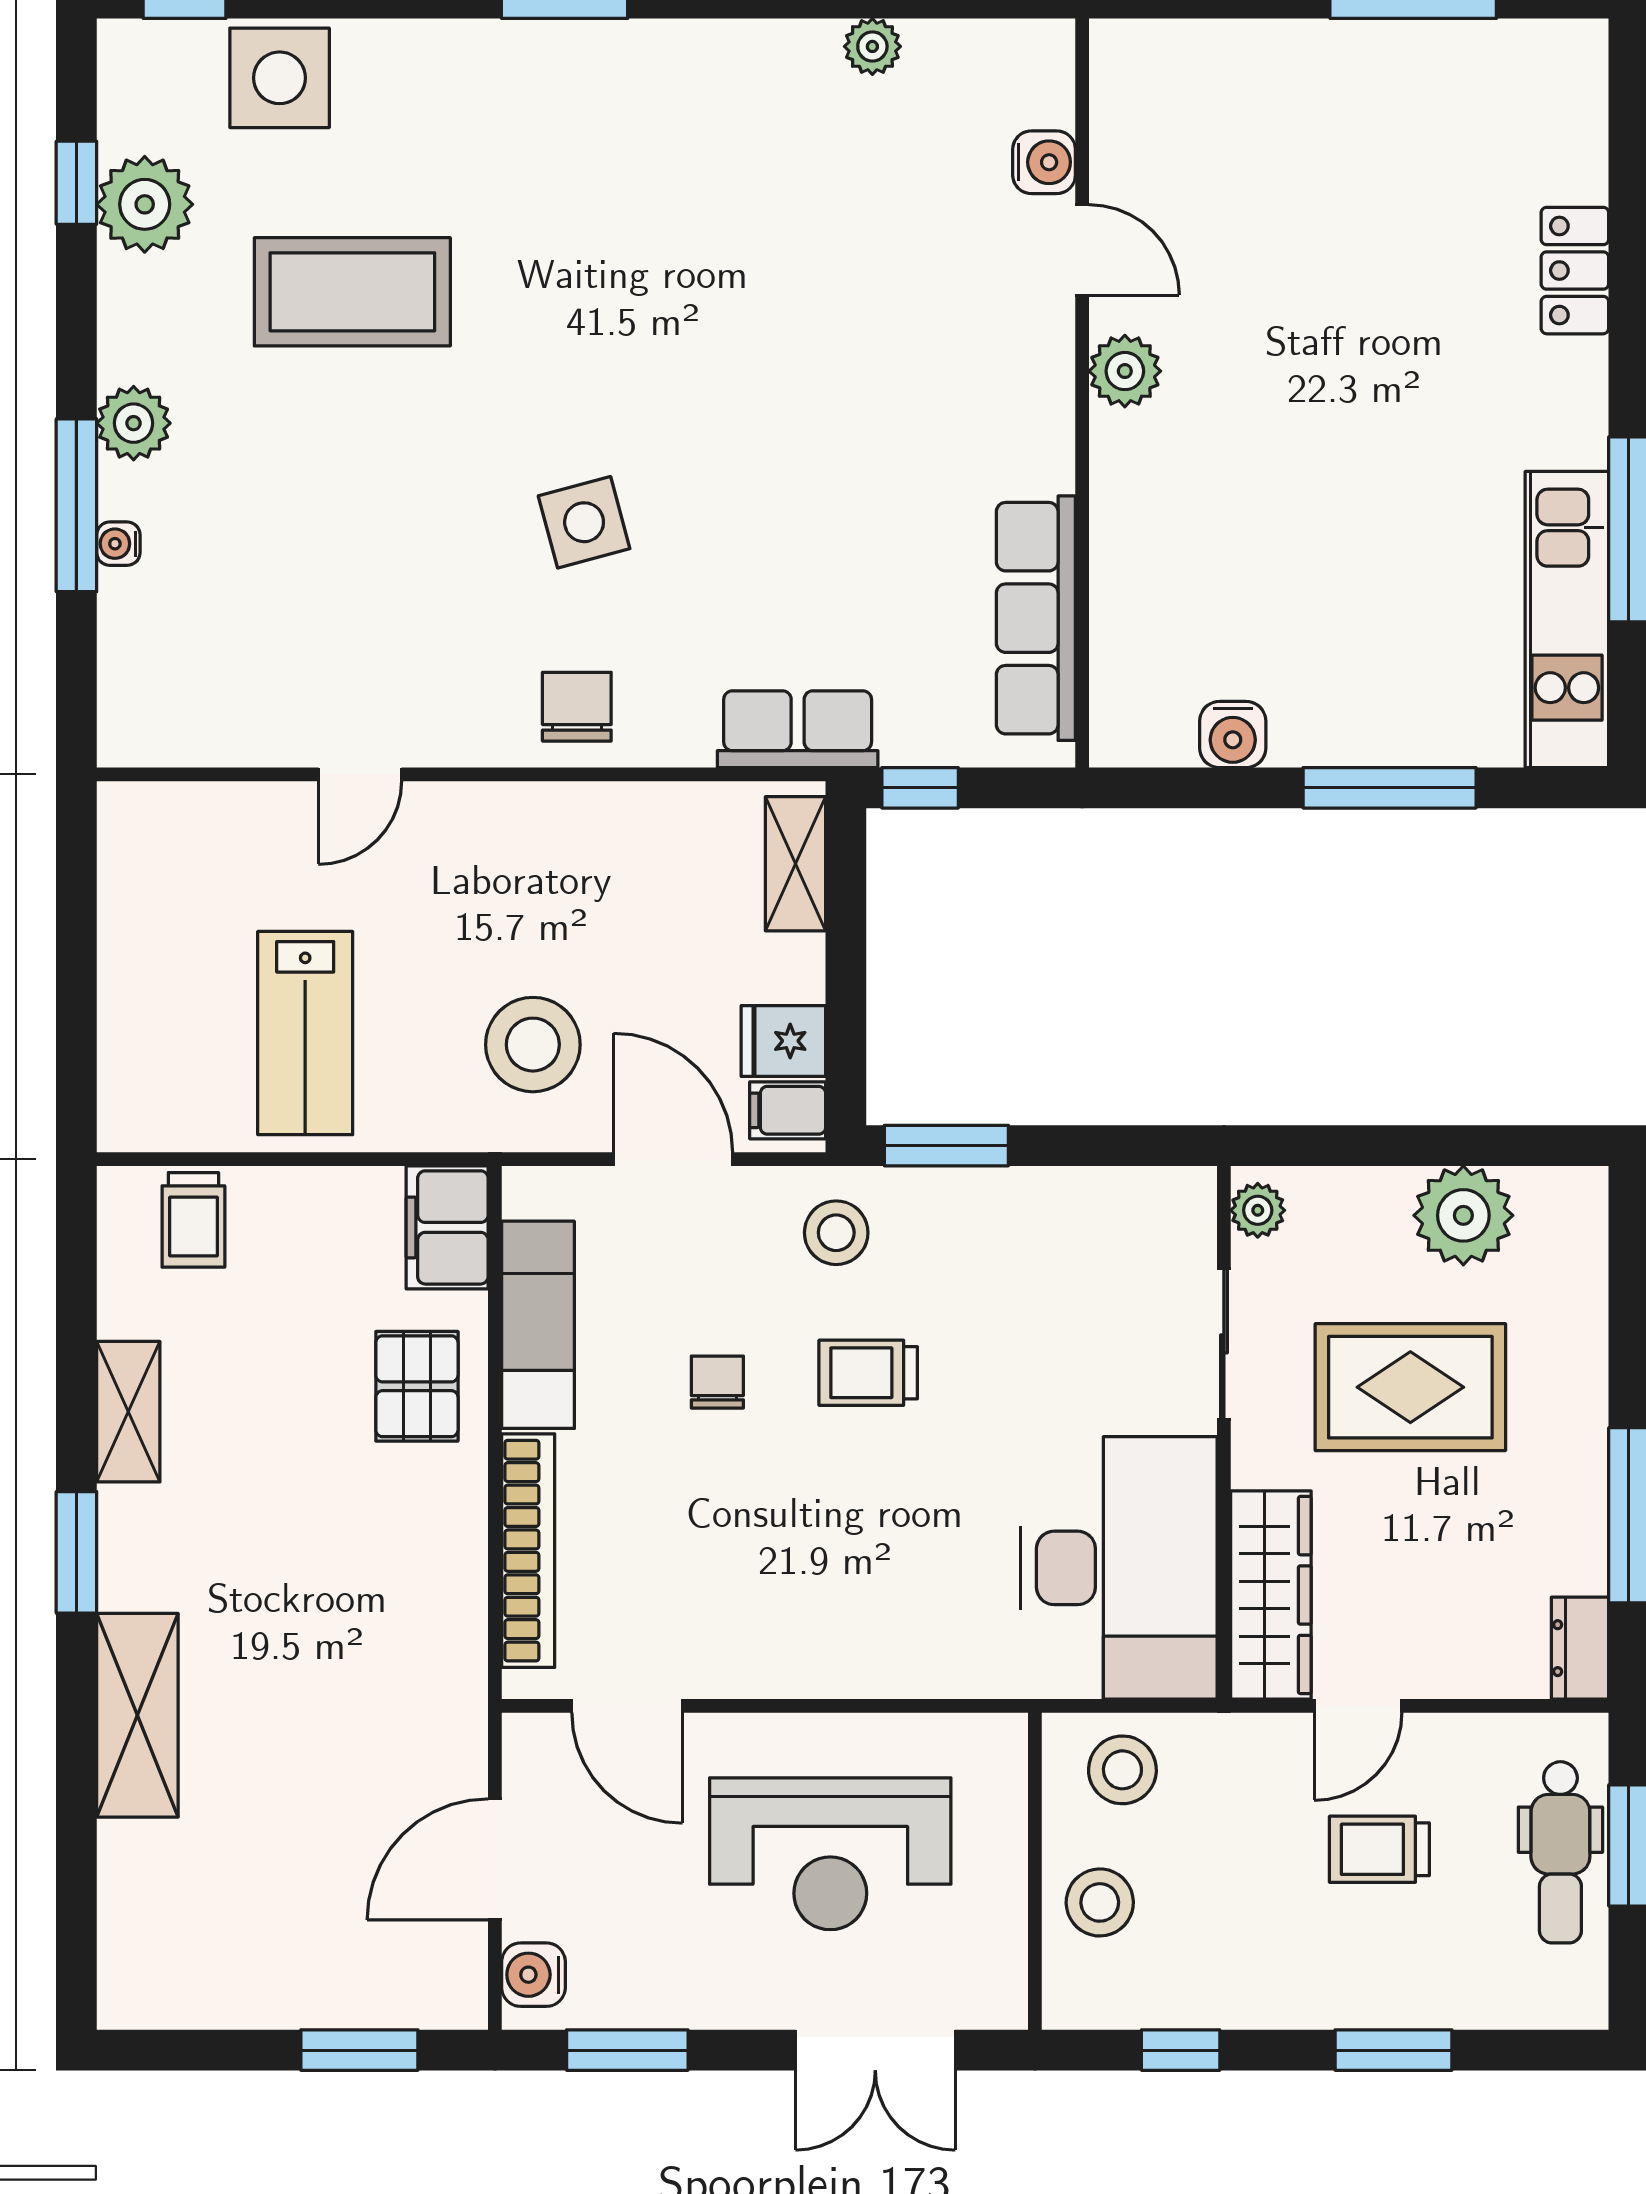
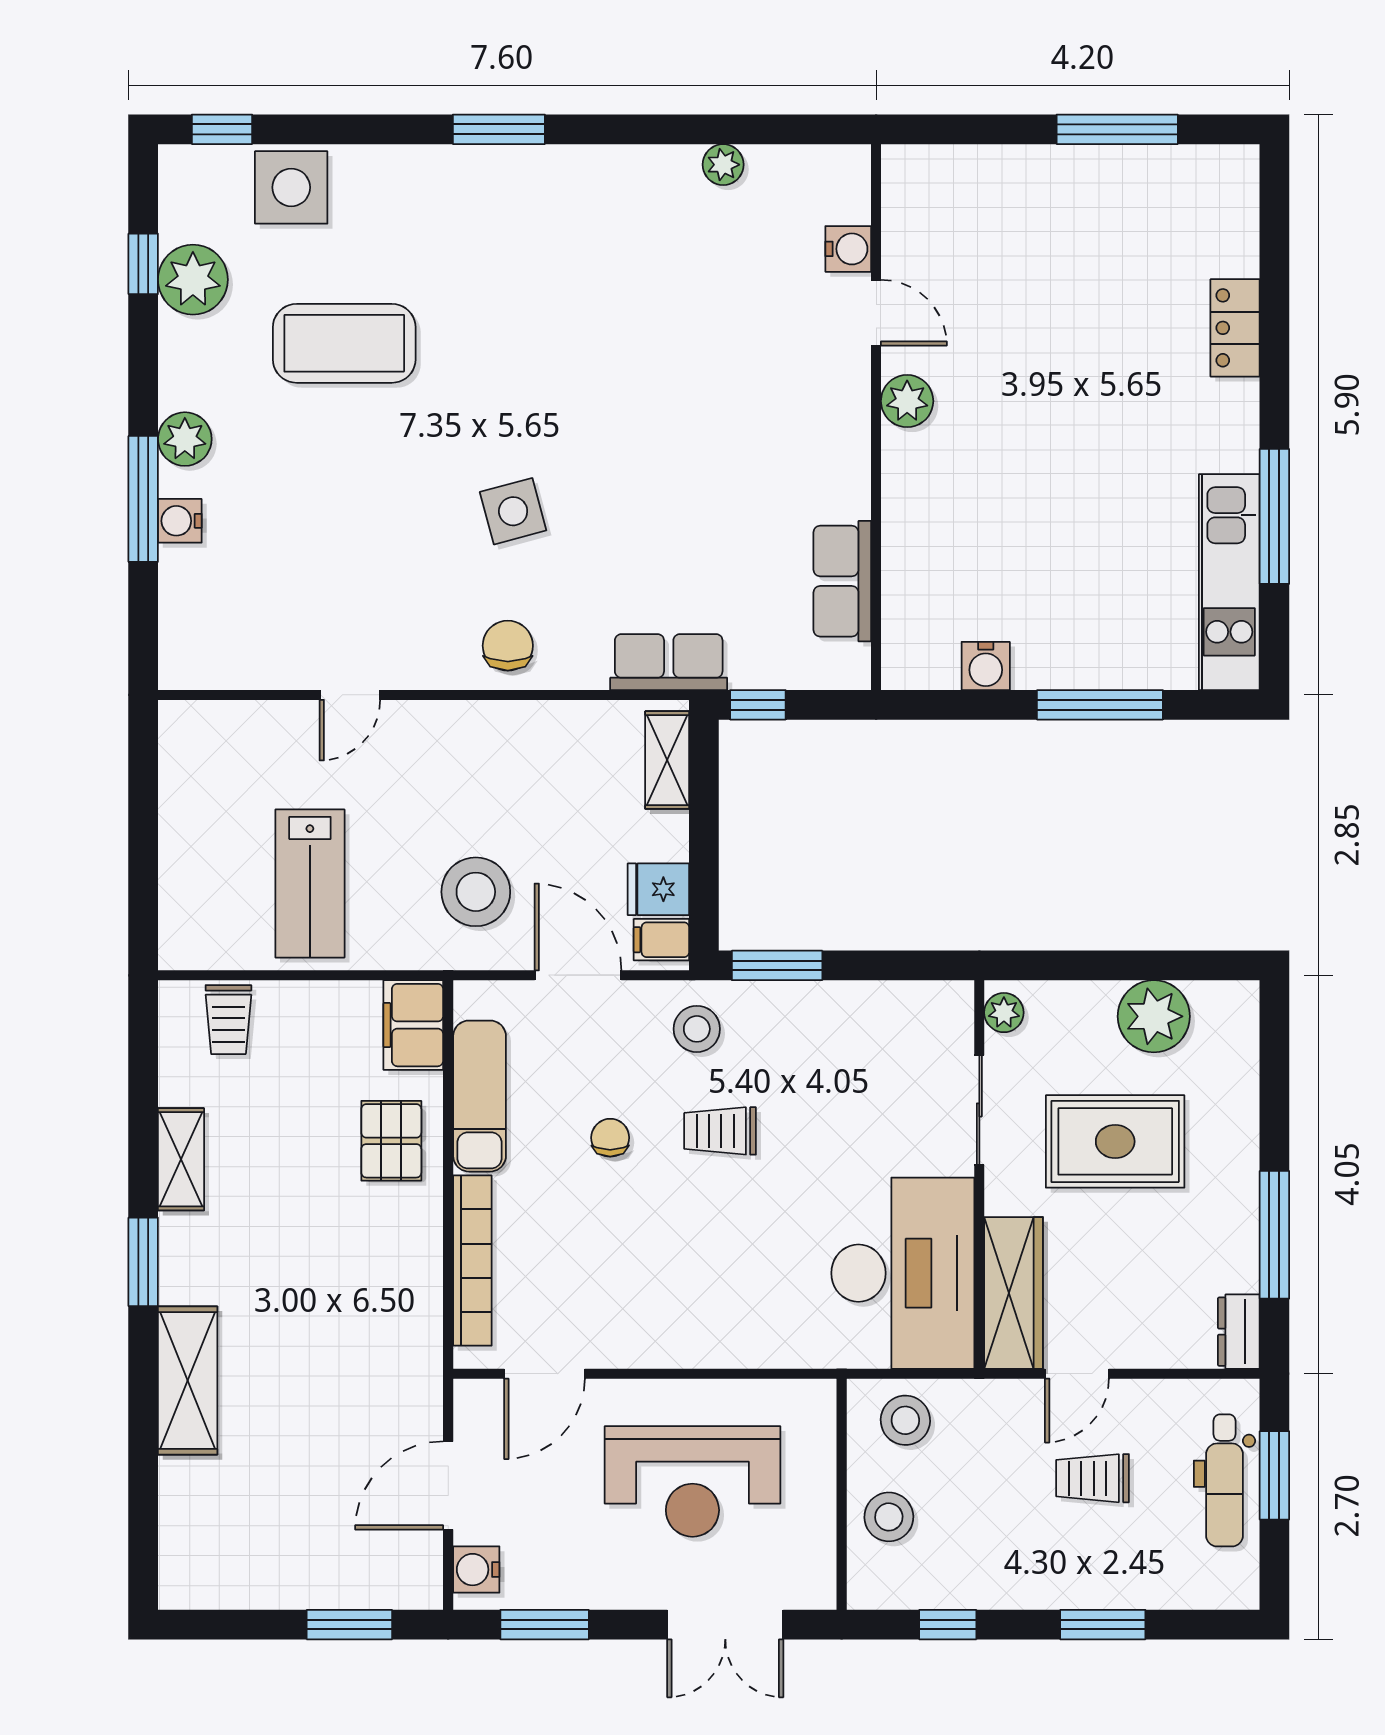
water cooler: (118, 544) -> (180, 521), width x1.38, depth x1.38
row of seats: (1036, 618) -> (842, 581), width x0.68
door: (627, 1706) -> (544, 1374), hinge flipped

